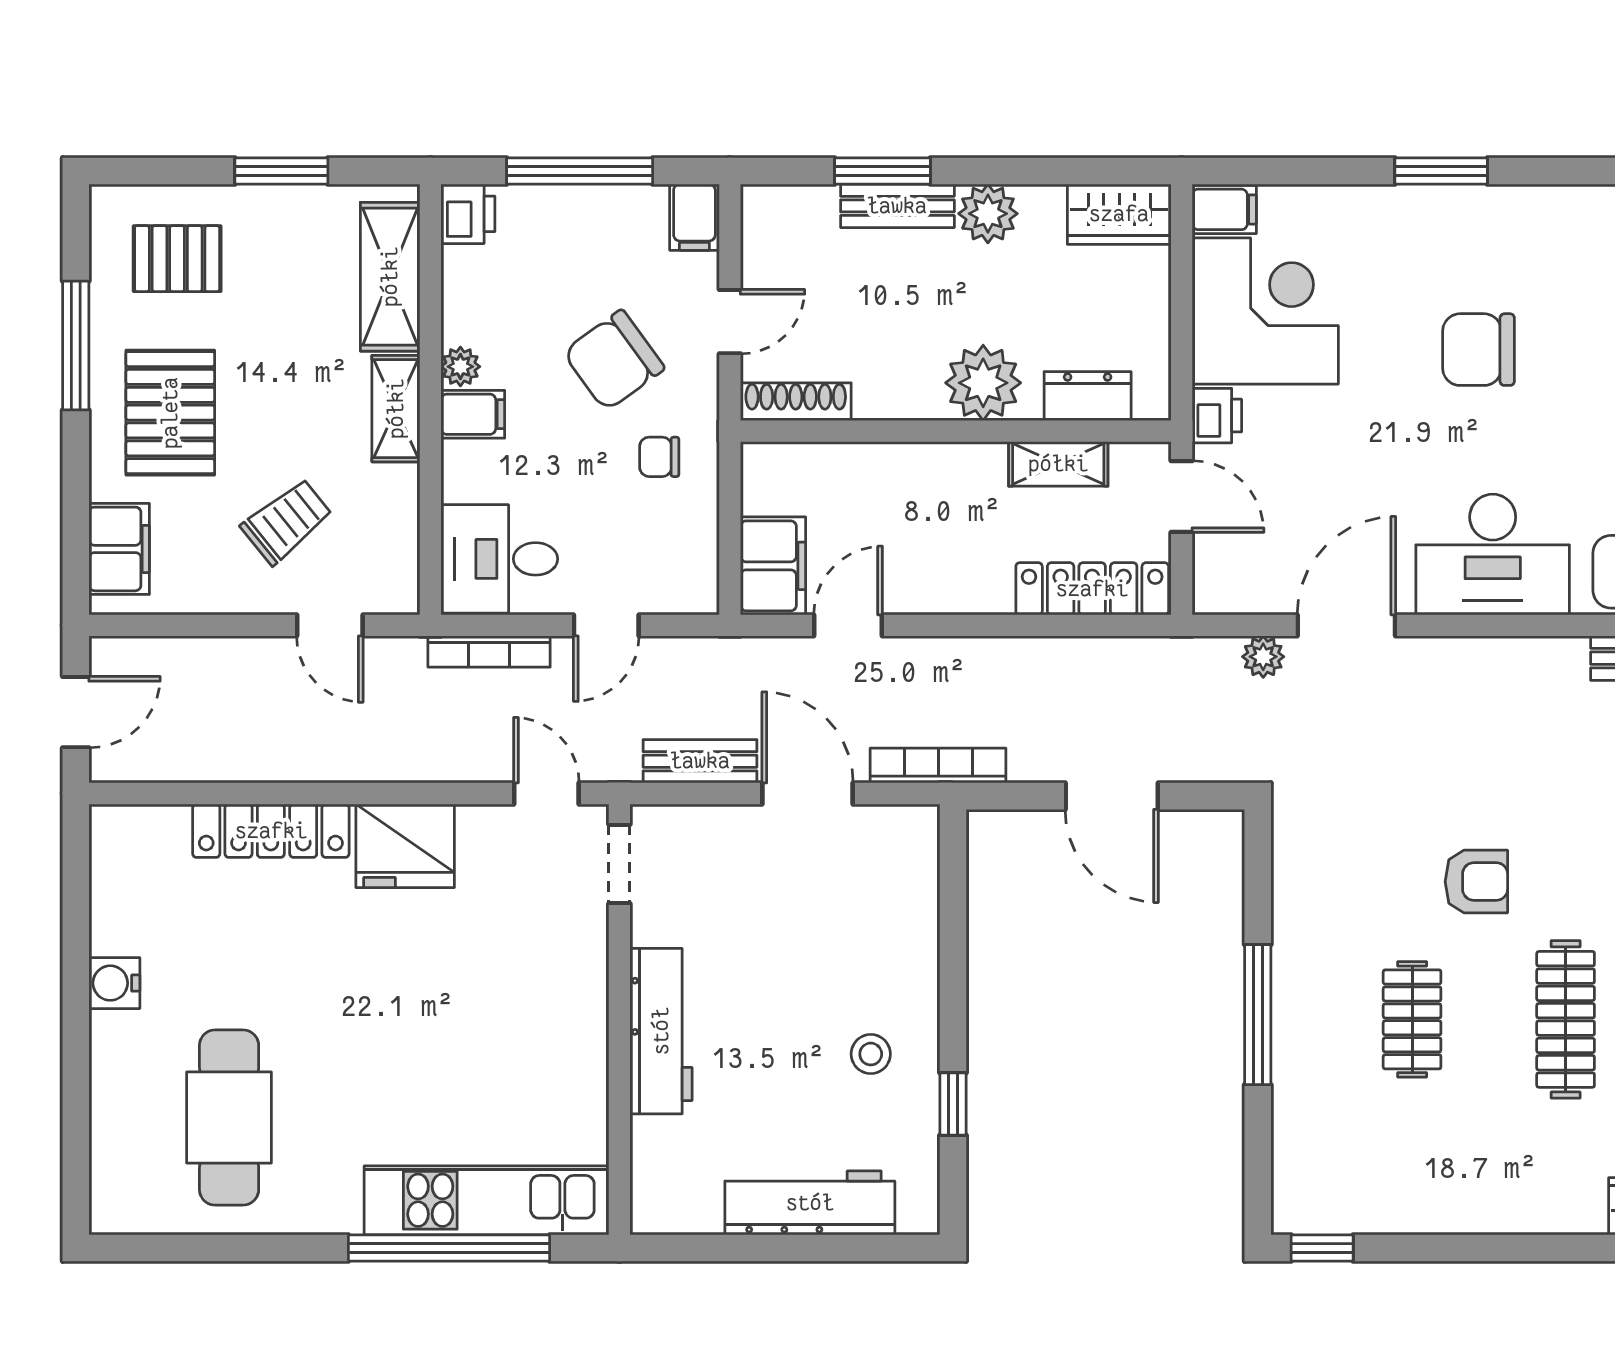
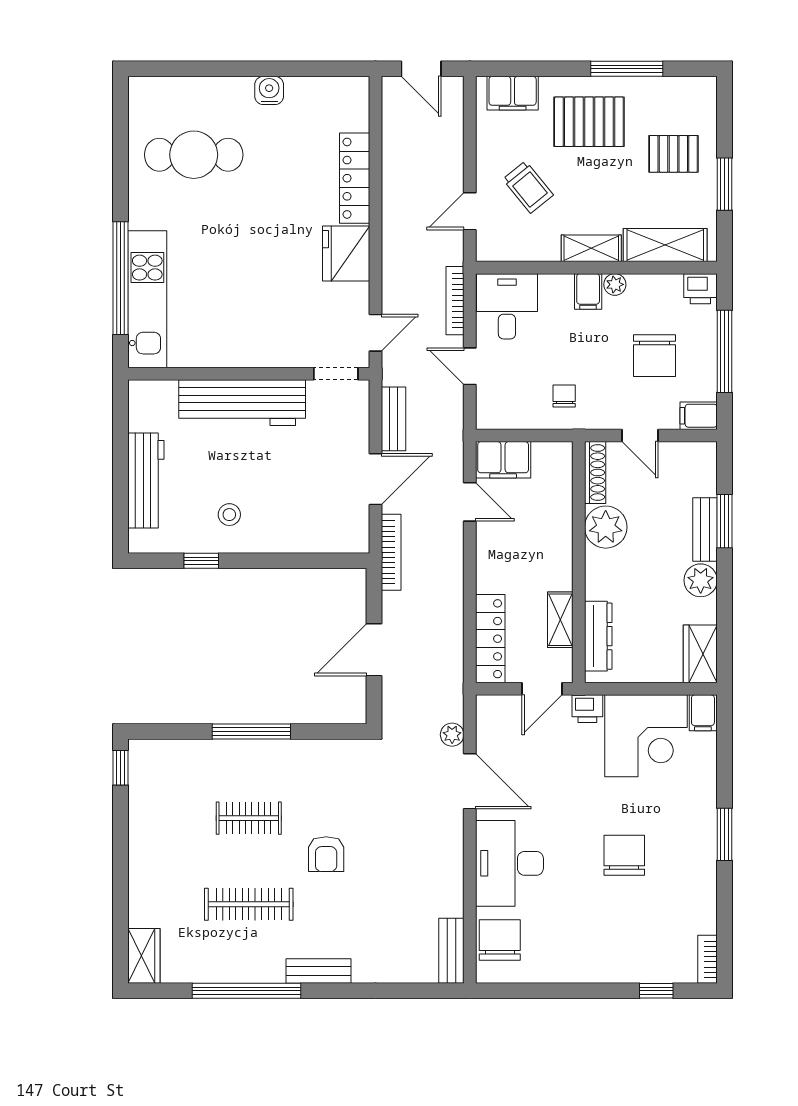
pallet: (177, 259) -> (673, 154), moved, turned 90
chair: (614, 360) -> (654, 356), moved, turned -144
plant: (983, 383) -> (606, 527), moved
dresser: (1088, 396) -> (598, 636), width x1.44
workbench: (661, 1031) -> (242, 403), width x1.36, depth x1.32

